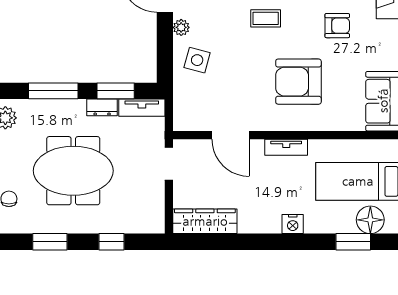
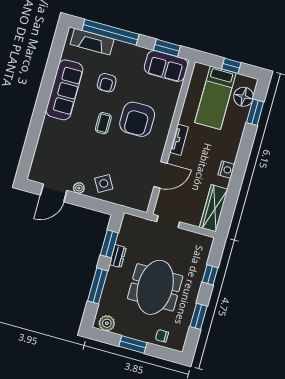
coffee table: (266, 18) -> (103, 123), moved
armchair: (337, 26) -> (107, 83), turned 180
side table: (197, 60) -> (104, 183), turned 45
tv unit: (142, 108) -> (125, 229), removed
nightstand: (293, 224) -> (226, 170), moved

